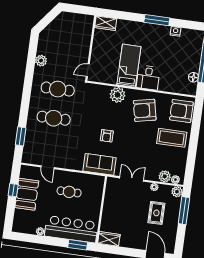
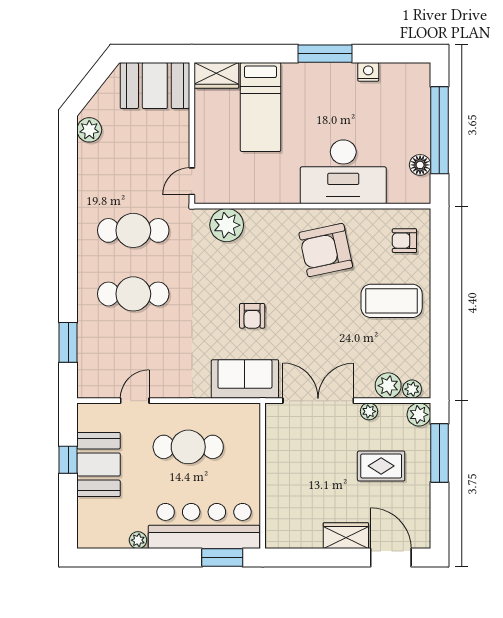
booth: (77, 24) -> (155, 86), added
plant: (41, 61) -> (89, 130), moved
bed: (129, 66) -> (260, 107), moved, turned 180
desk: (148, 78) -> (343, 172), width x1.87, depth x1.30
plant: (117, 95) -> (227, 225), moved
armchair: (181, 111) -> (404, 241), width x0.53, depth x0.53
door: (48, 167) -> (135, 401), swing flipped
double door: (132, 179) -> (318, 401), width x1.37
cafe table: (69, 192) -> (188, 447), width x1.37, depth x1.35
rug: (156, 213) -> (381, 466), turned 90
wardrobe: (109, 239) -> (346, 536), moved

